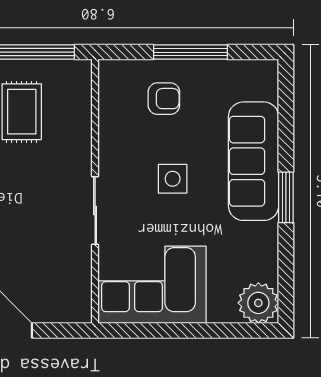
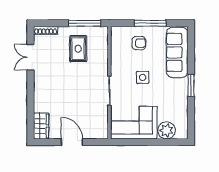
sofa: (254, 161) -> (177, 52), moved
plant: (258, 303) -> (167, 130), moved

